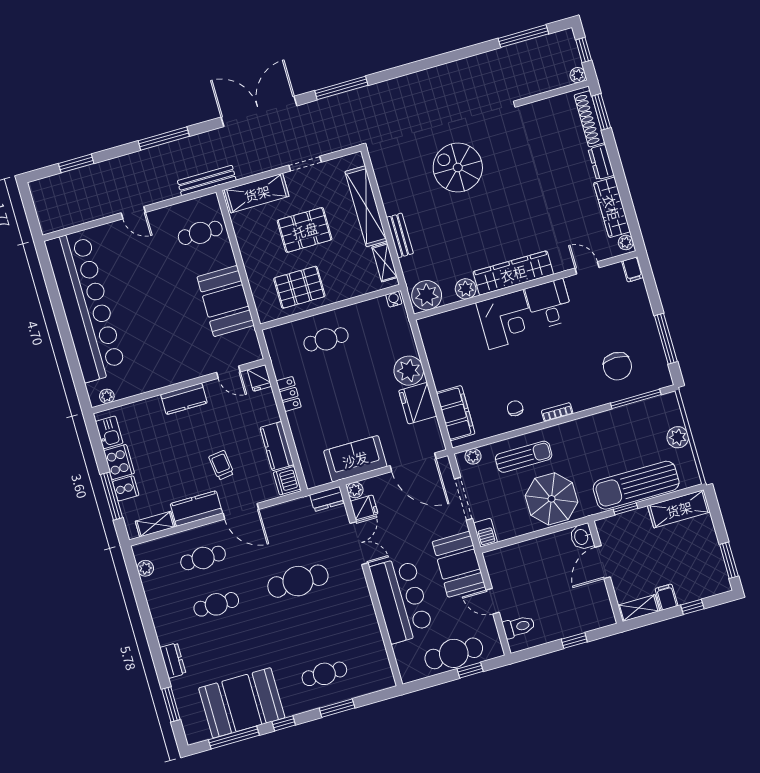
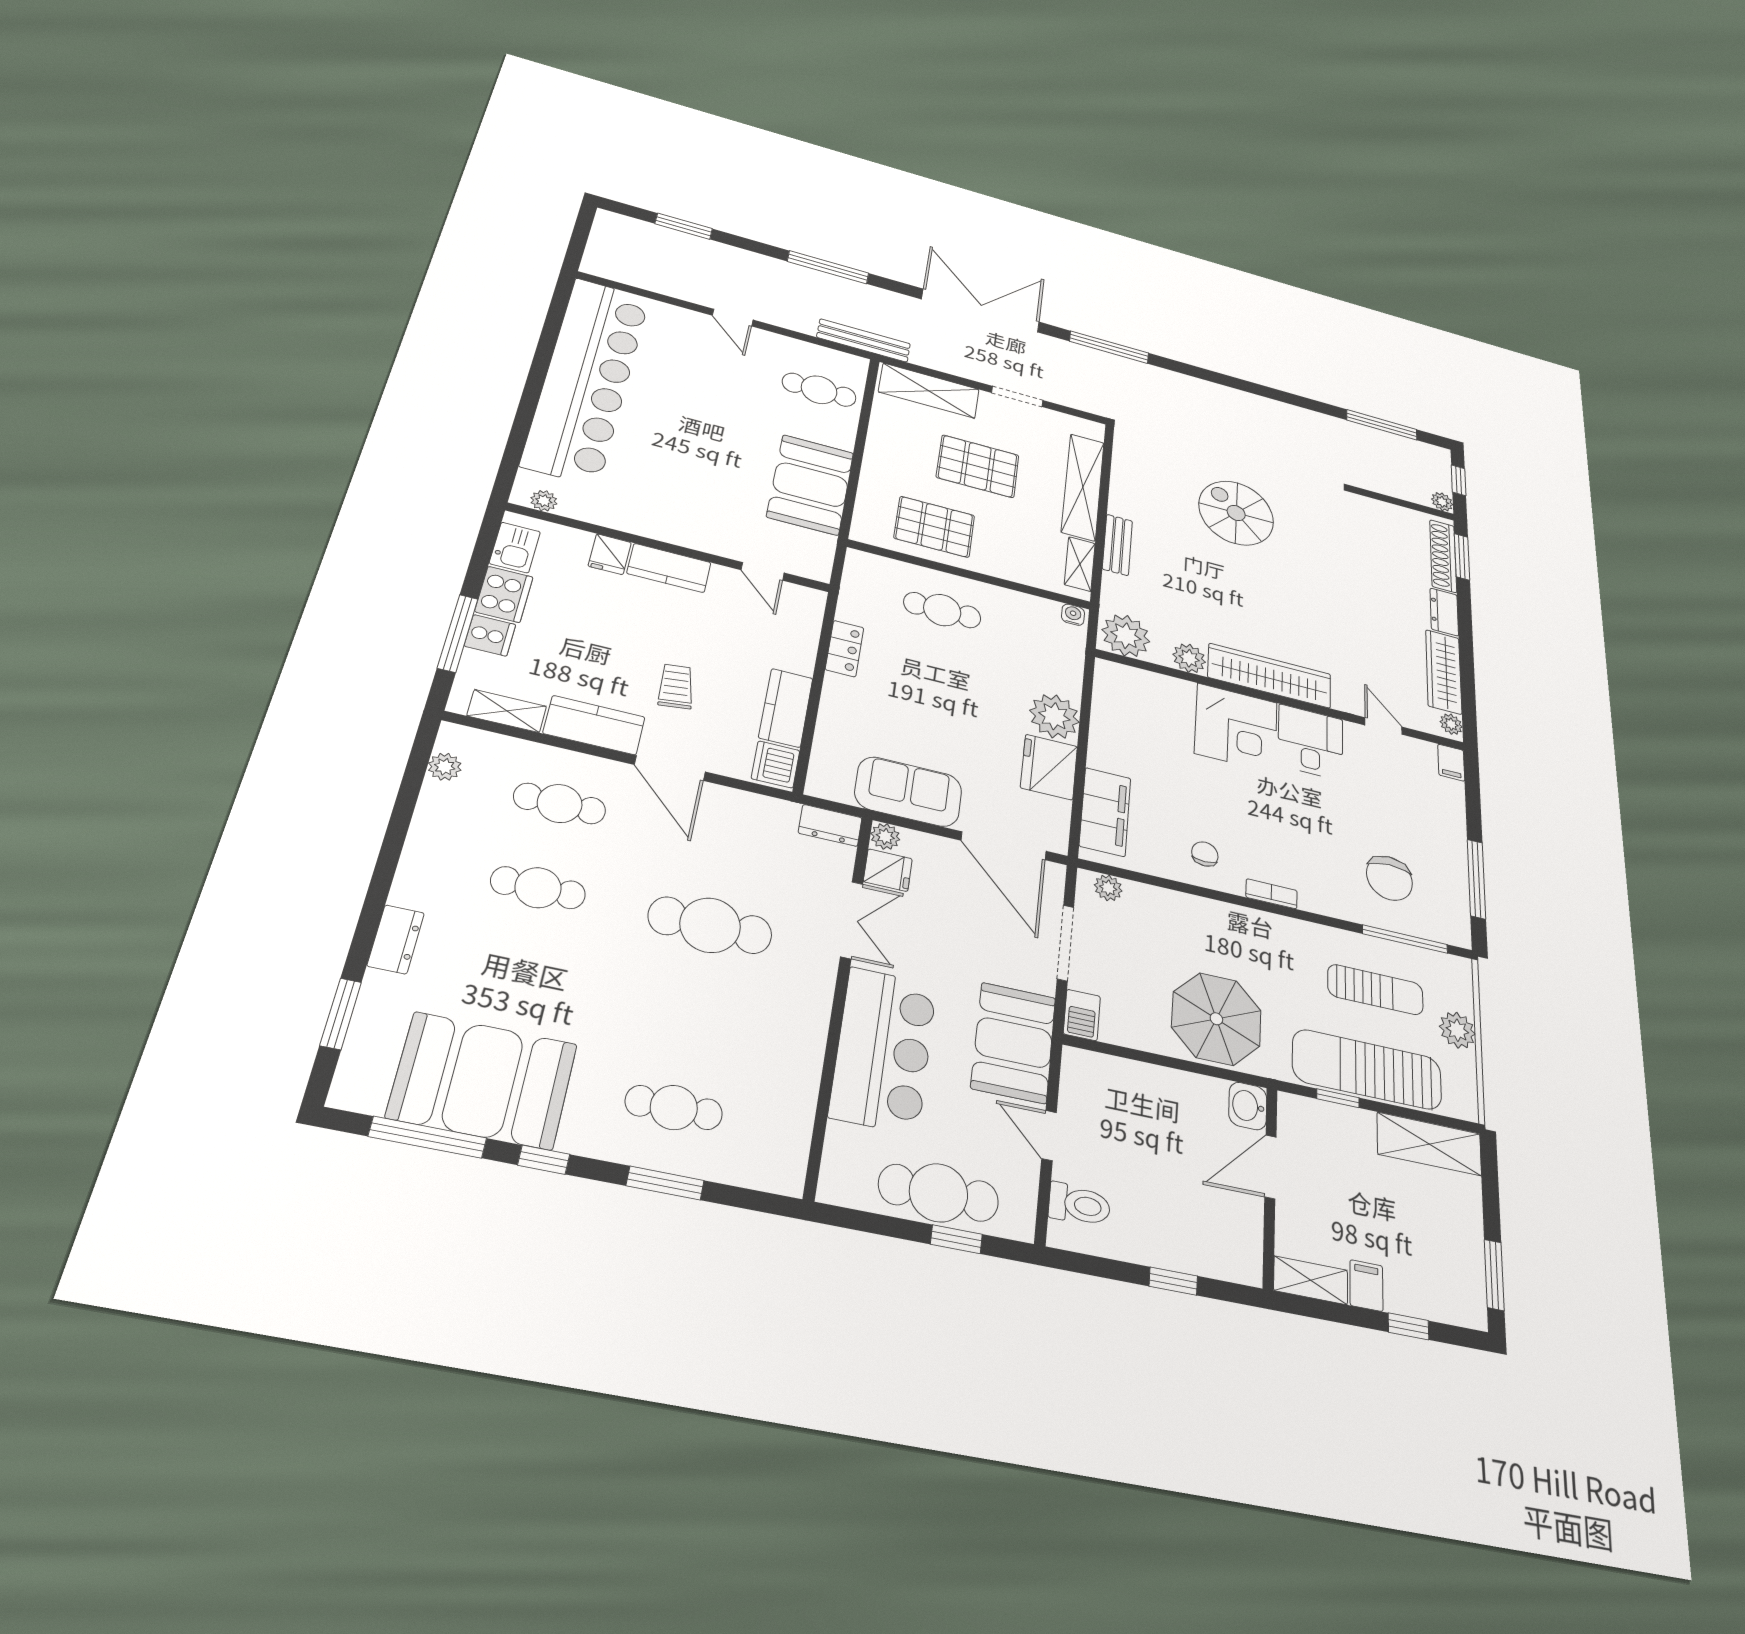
fridge: (259, 378) -> (610, 554), moved
sun lounger: (524, 457) -> (1375, 990), moved

